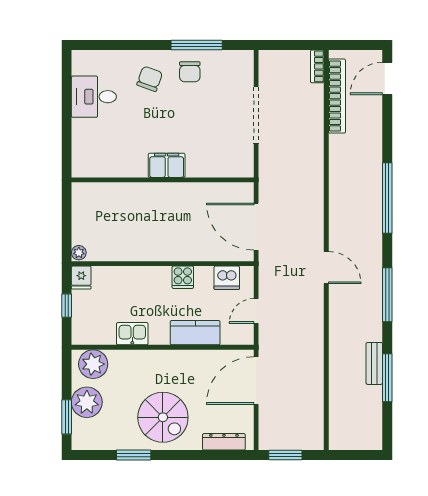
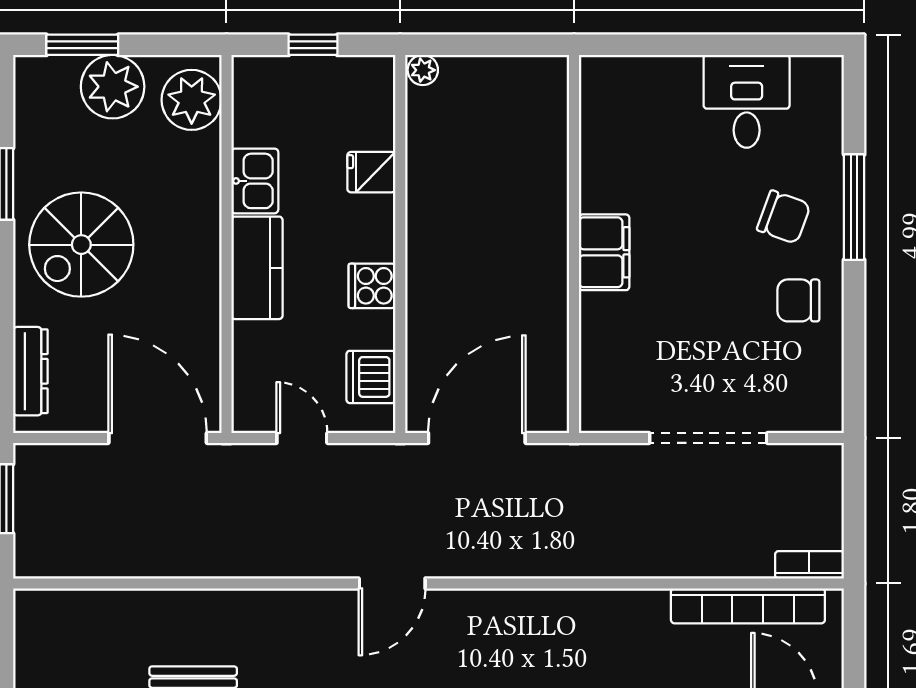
window: (197, 45) -> (854, 207), moved
fridge: (81, 278) -> (371, 172), moved
kitchen counter: (195, 333) -> (257, 268), moved

